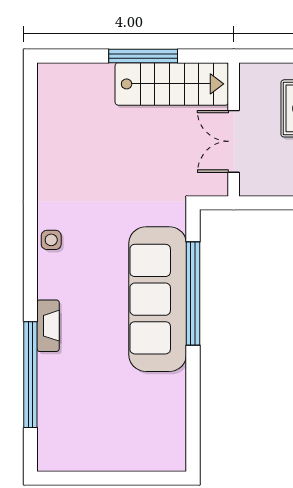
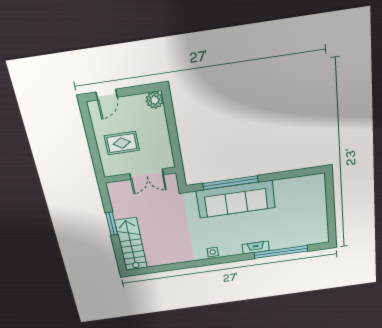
window: (143, 56) -> (112, 224), width x0.69
stairs: (172, 84) -> (131, 244), moved

